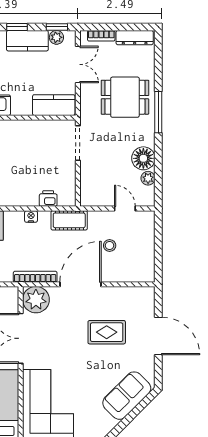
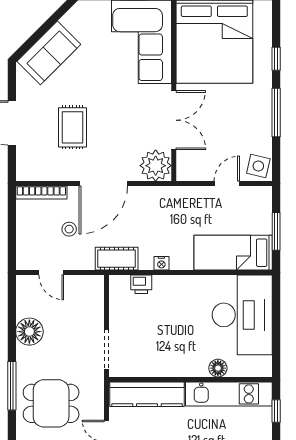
kitchen counter: (54, 105) -> (147, 394), width x1.50
plant: (148, 178) -> (24, 308), removed
bookcase: (35, 277) -> (41, 192), moved
rug: (107, 332) -> (73, 127), turned 90

